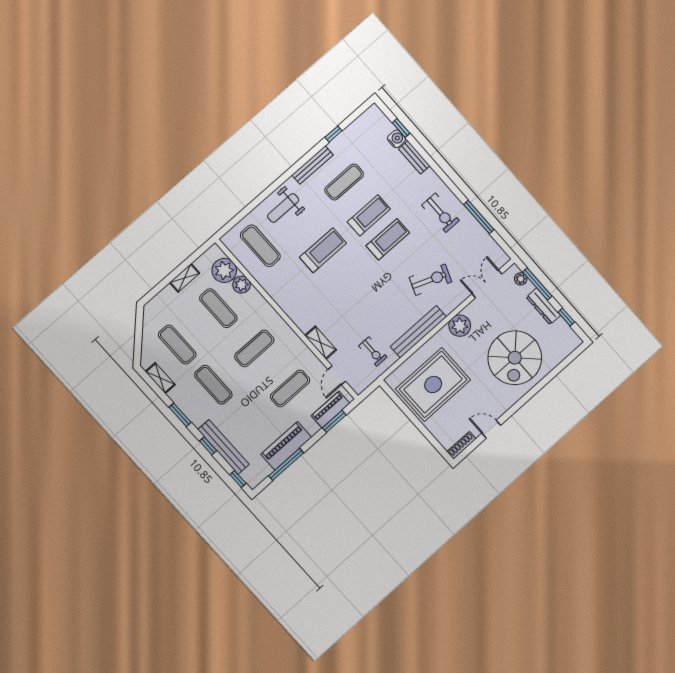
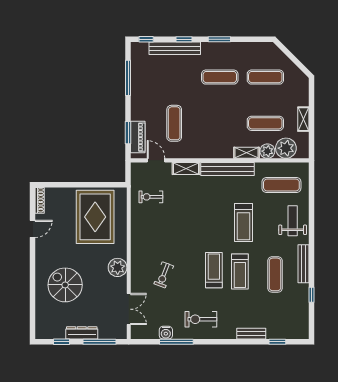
water cooler: (396, 139) -> (166, 333), moved
treadmill: (388, 239) -> (214, 270), turned 180
plant: (521, 279) -> (113, 334), removed
exercise bike: (431, 280) -> (164, 275), width x0.73, depth x0.72
bench: (418, 332) -> (227, 169), moved, turned 90
exercise mat: (254, 348) -> (220, 123), removed
spiral stairs: (515, 358) -> (65, 285), width x0.73, depth x0.73
shelving: (160, 378) -> (246, 153), moved
piano: (286, 446) -> (140, 88), removed

